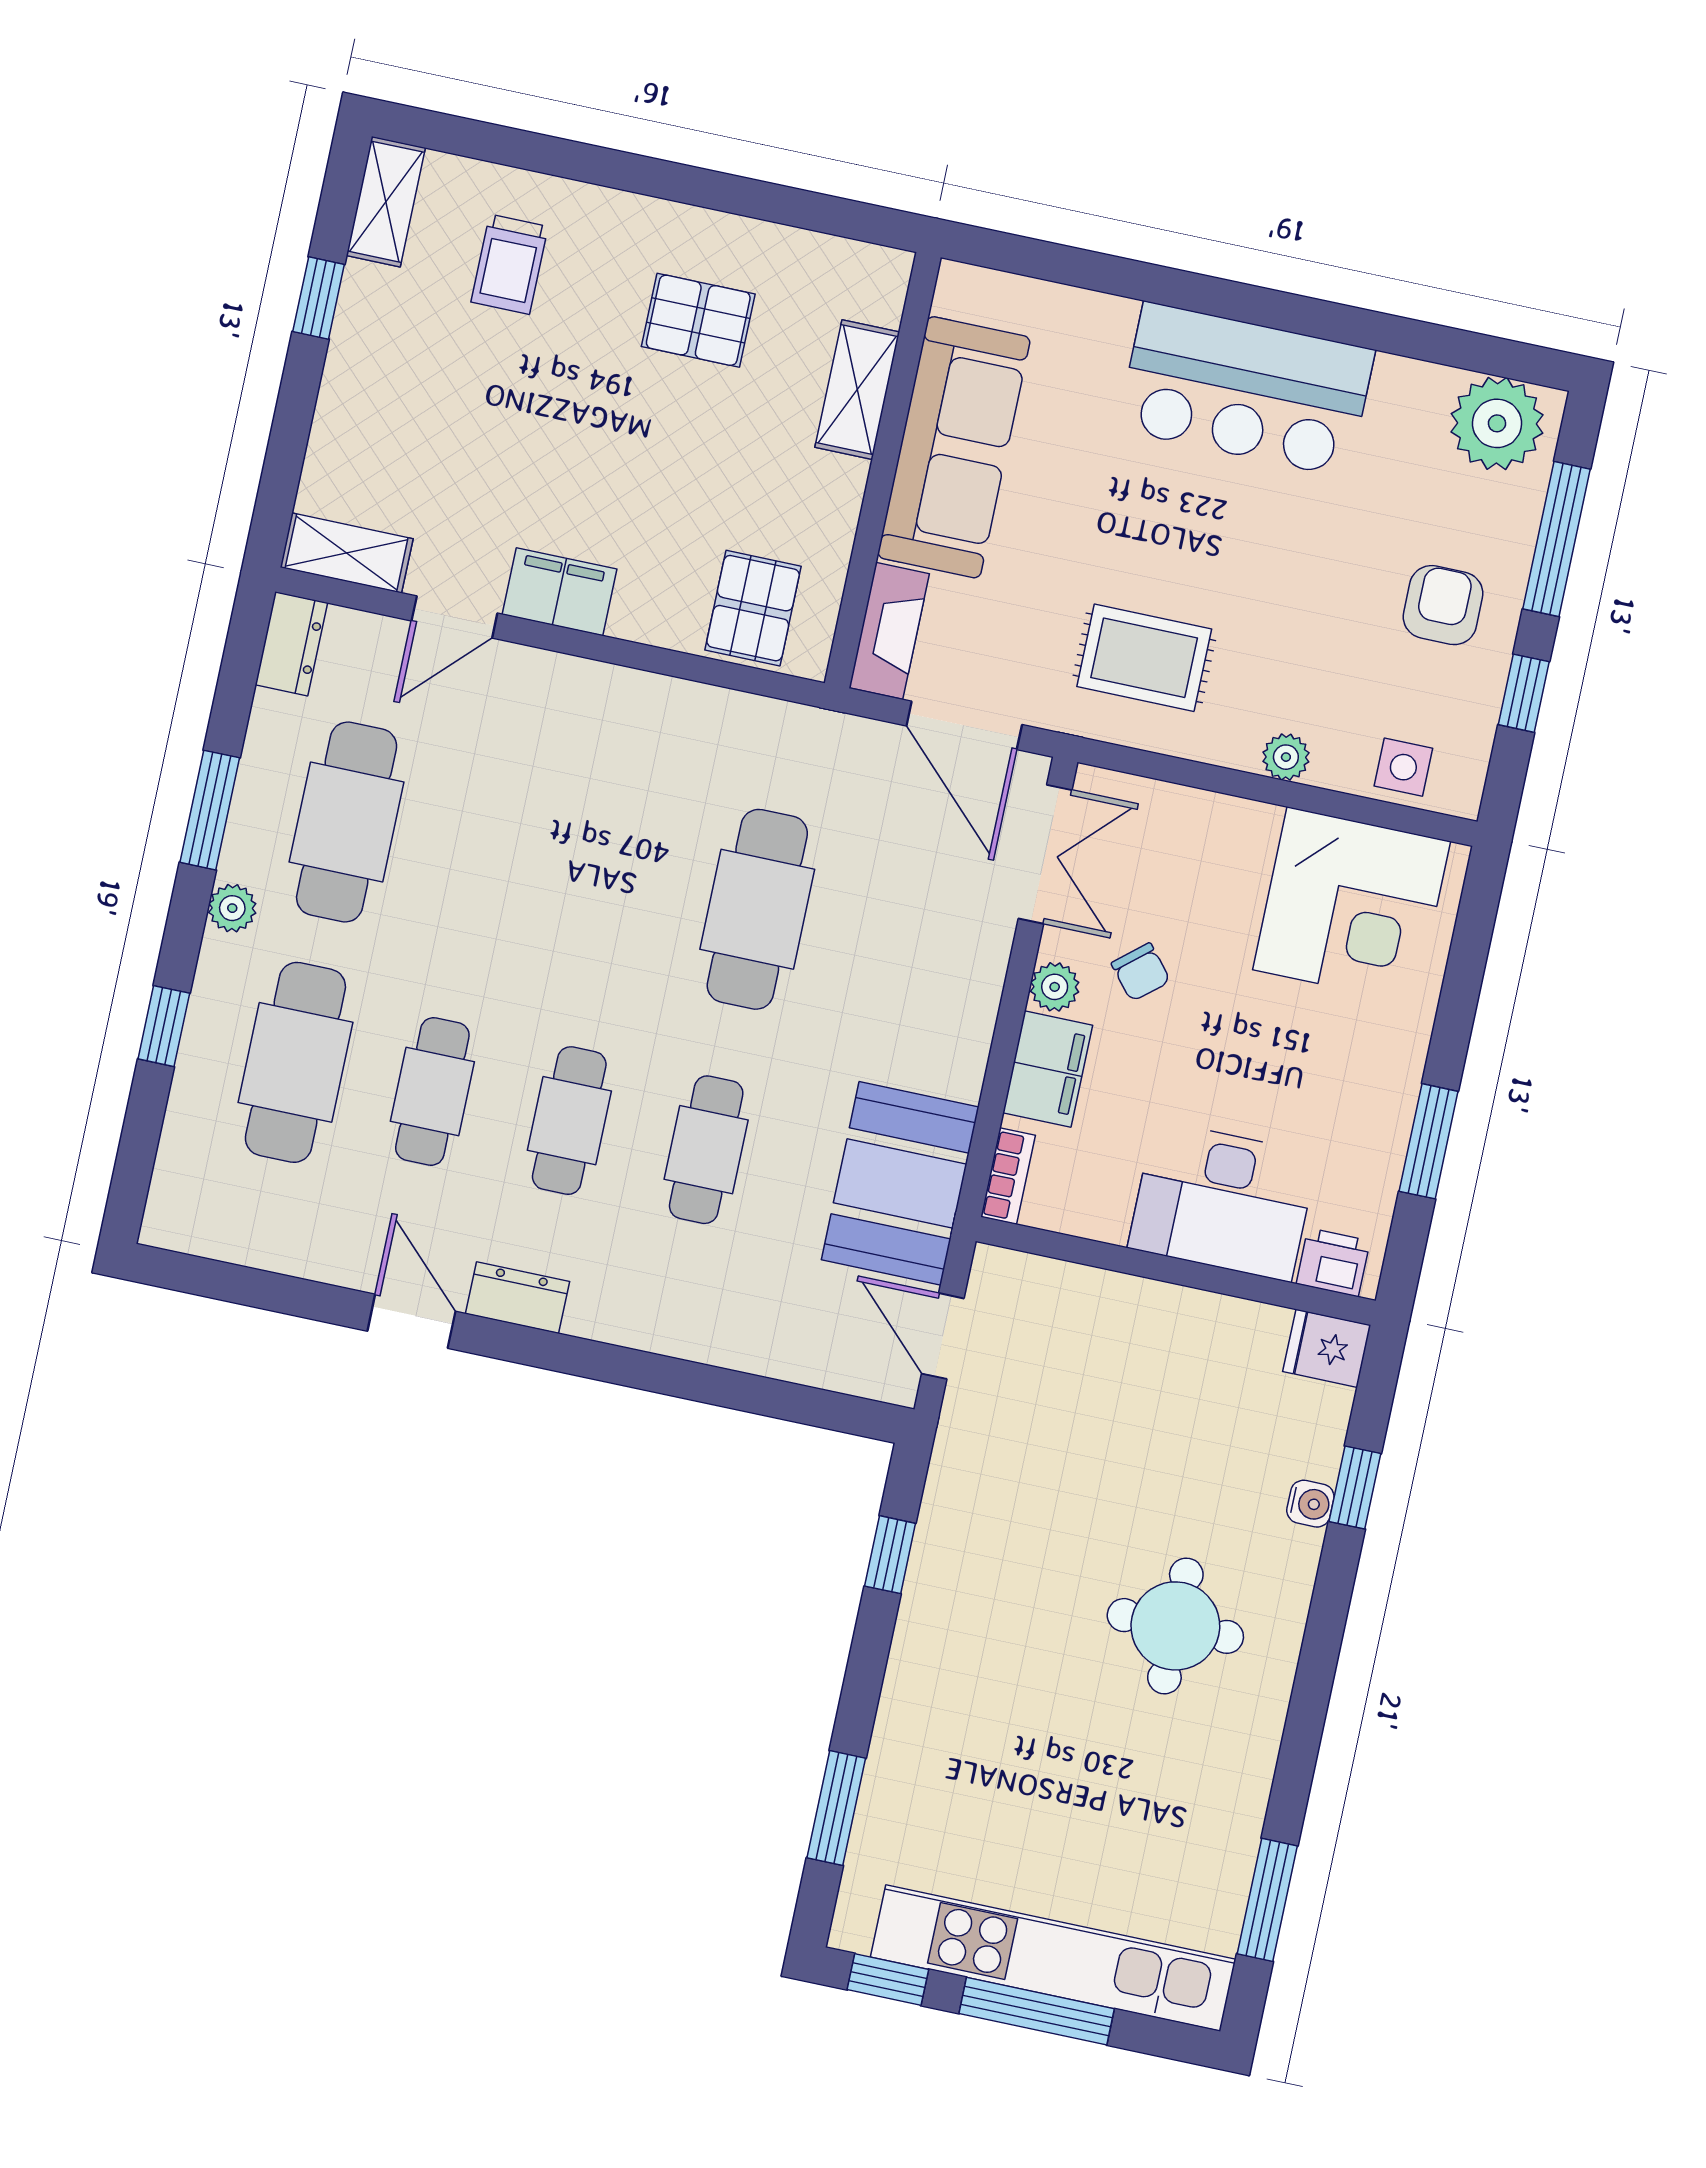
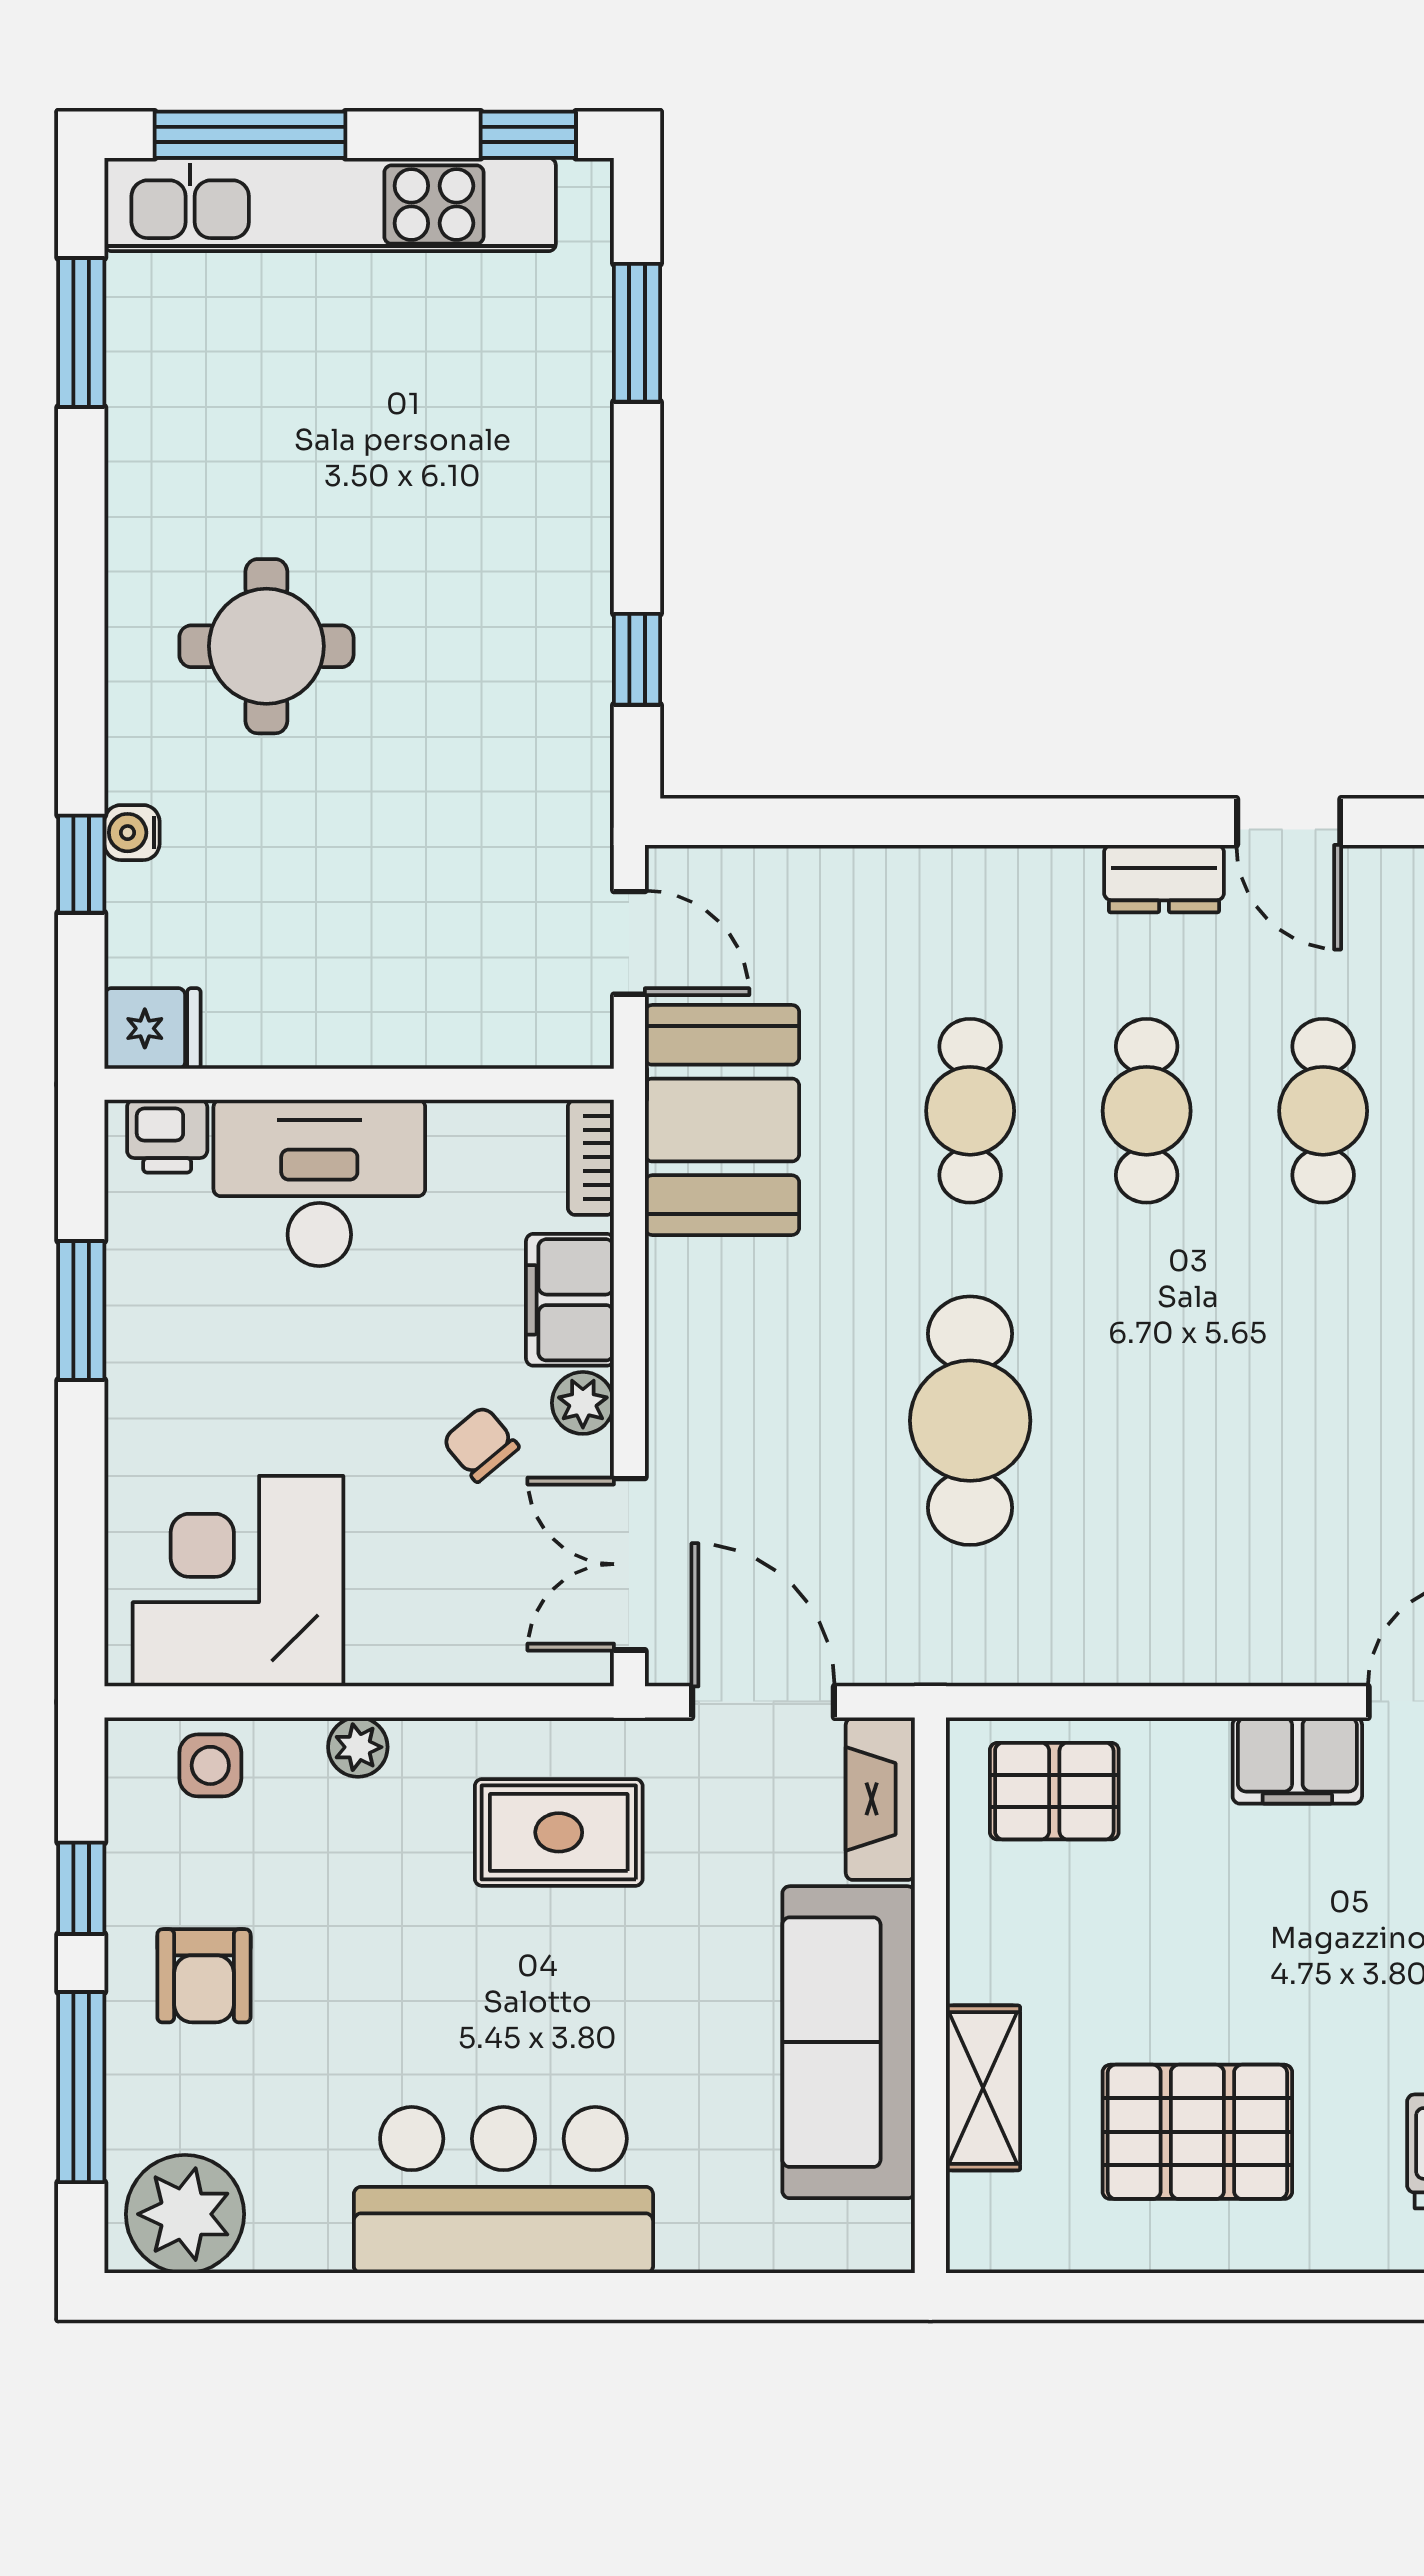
pallet: (698, 320) -> (1197, 2132), width x1.50, depth x1.42
pallet: (753, 608) -> (1054, 1791), turned 90
window: (1037, 2011) -> (250, 135), moved

